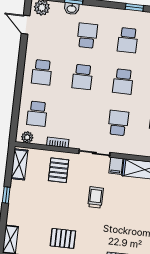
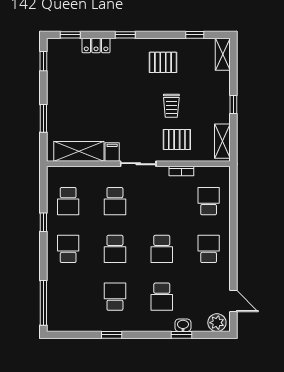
school desk: (82, 77) -> (162, 249), turned 180
school desk: (123, 82) -> (115, 249), turned 180
plant: (27, 137) -> (217, 173), removed
pallet: (59, 170) -> (177, 139), turned 90
trolley: (96, 197) -> (171, 106), moved

